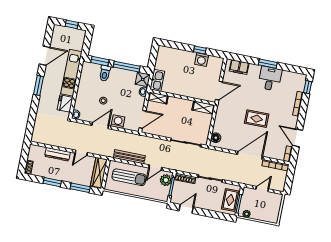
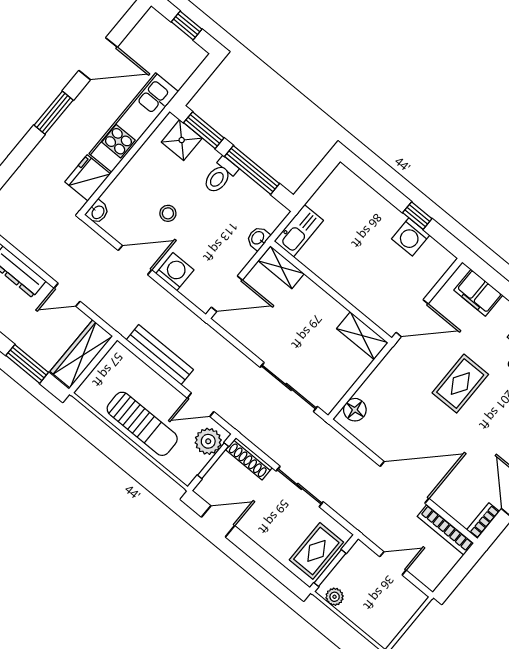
toilet: (105, 73) -> (220, 176), moved
shower: (143, 79) -> (182, 140), moved
rug: (257, 119) -> (460, 384), moved, turned 90
sun lounger: (129, 177) -> (142, 424), moved

